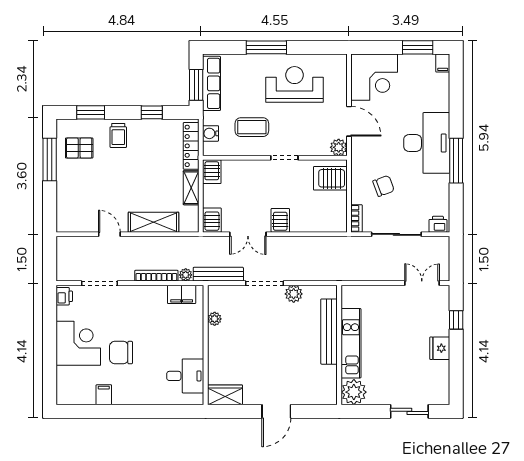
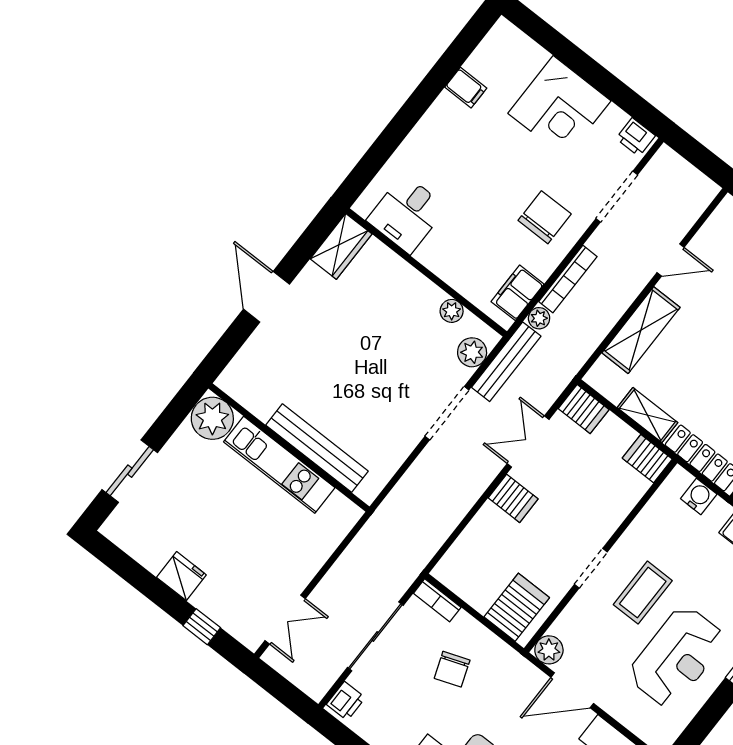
coffee table: (252, 127) -> (643, 593), moved
plant: (294, 294) -> (472, 352), moved
chair: (121, 353) -> (545, 217), moved

